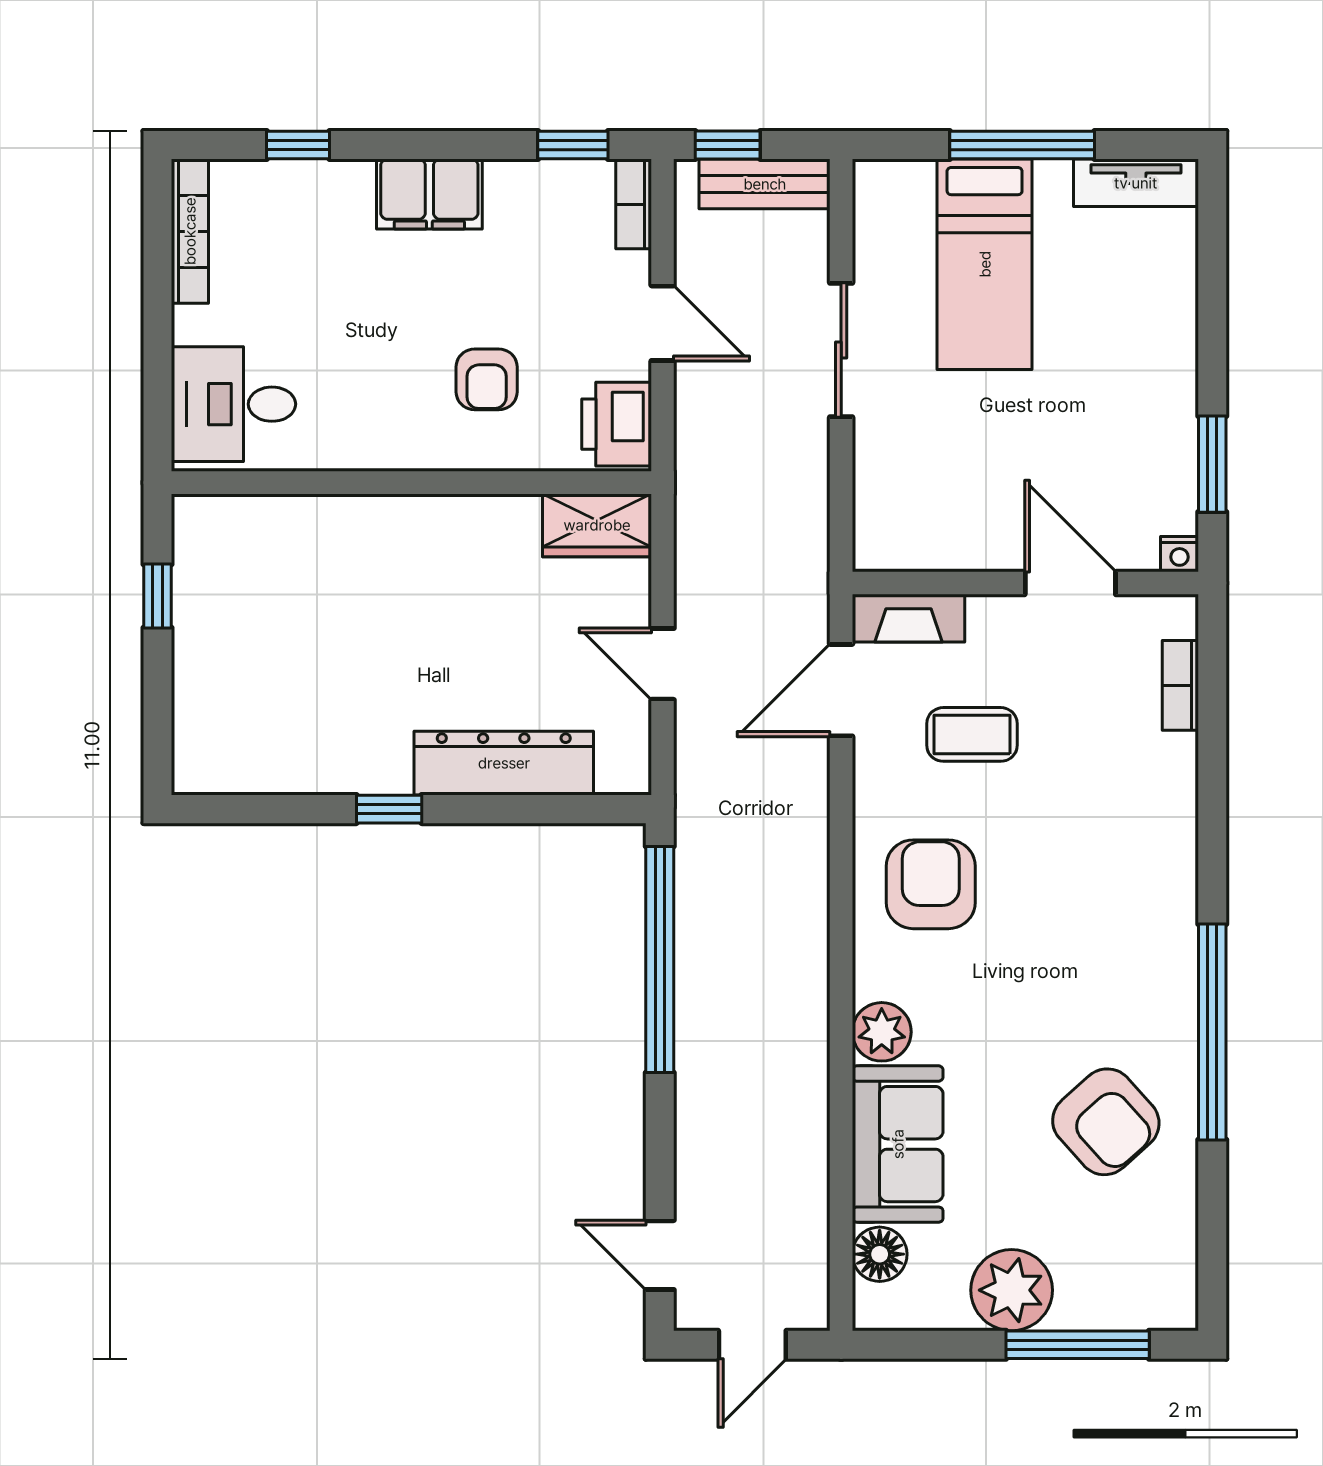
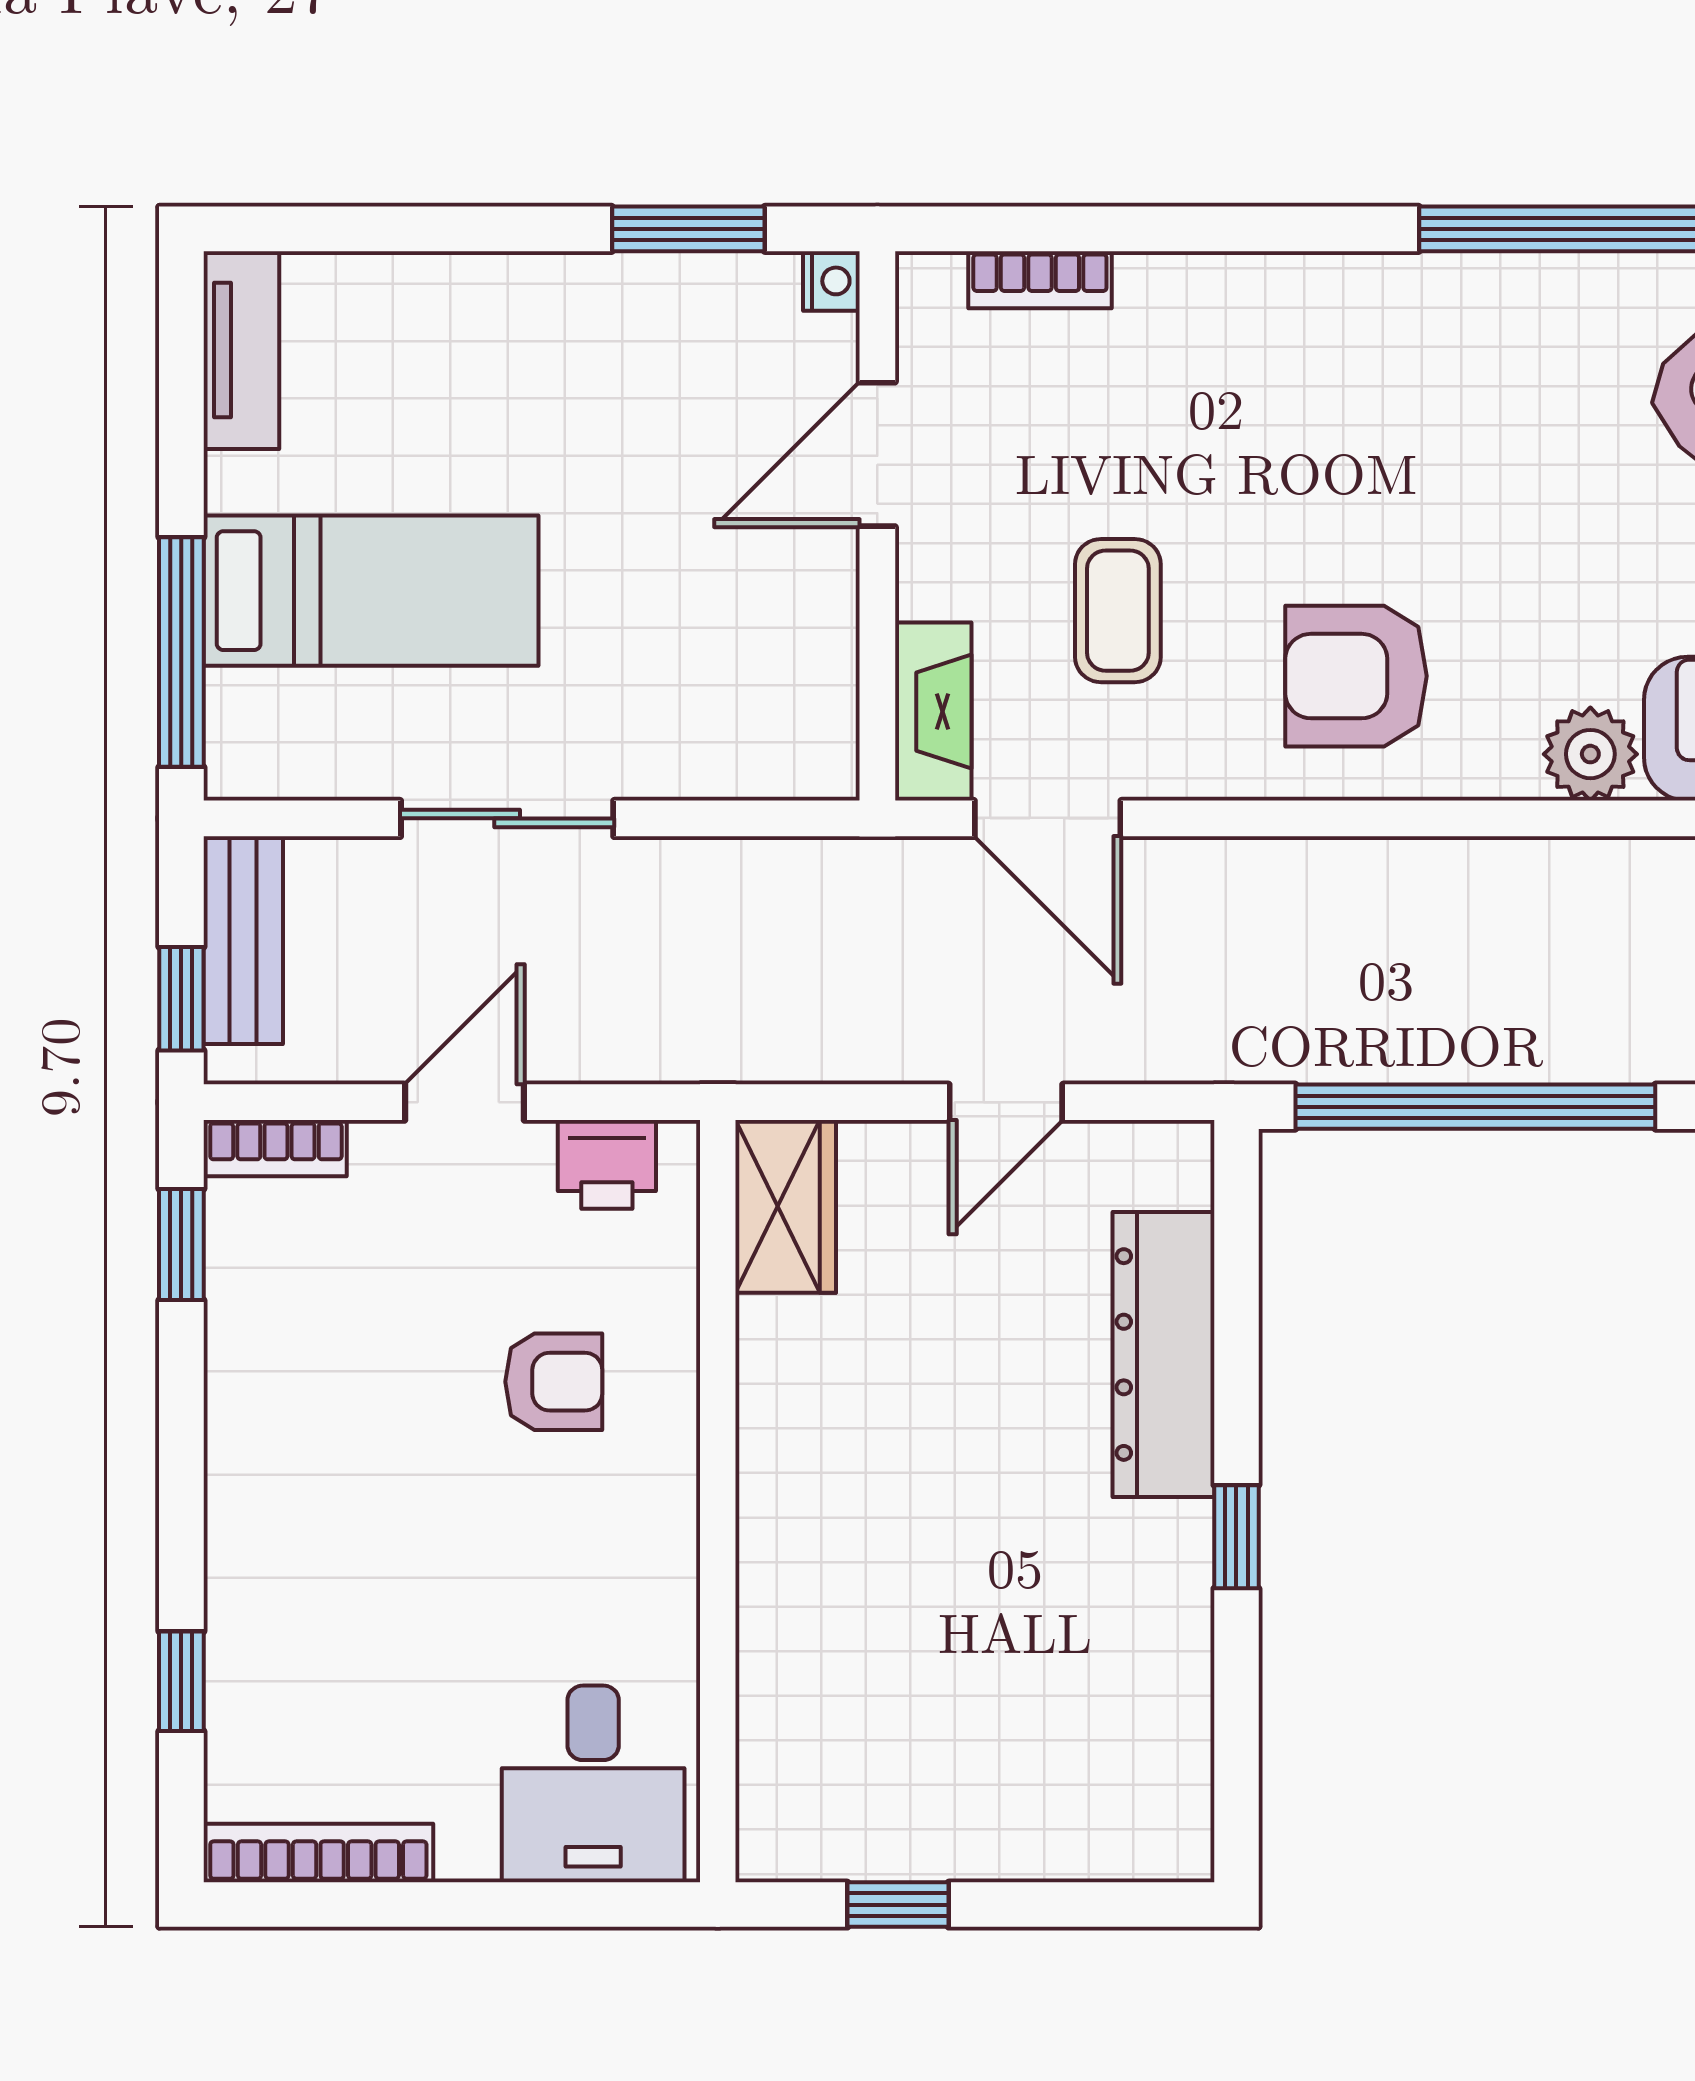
window: (1022, 145) -> (181, 652), moved
filing cabinet: (429, 194) -> (259, 1473), removed
printer: (617, 424) -> (607, 1164), width x0.73, depth x0.81

